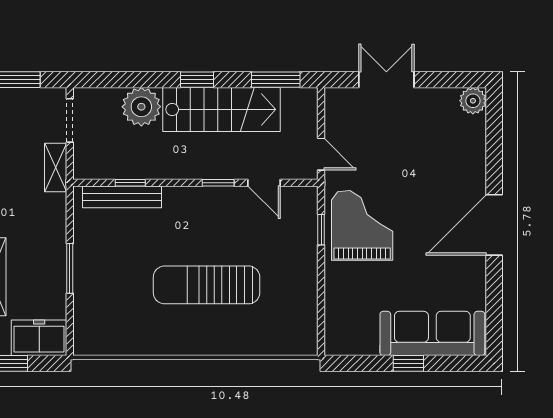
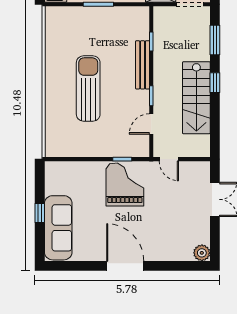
window: (276, 80) -> (215, 40), moved
plant: (141, 107) -> (198, 48), removed
door: (321, 154) -> (169, 159), hinge flipped
bench: (122, 197) -> (143, 65), moved
grand piano: (362, 225) -> (125, 184), turned -90

